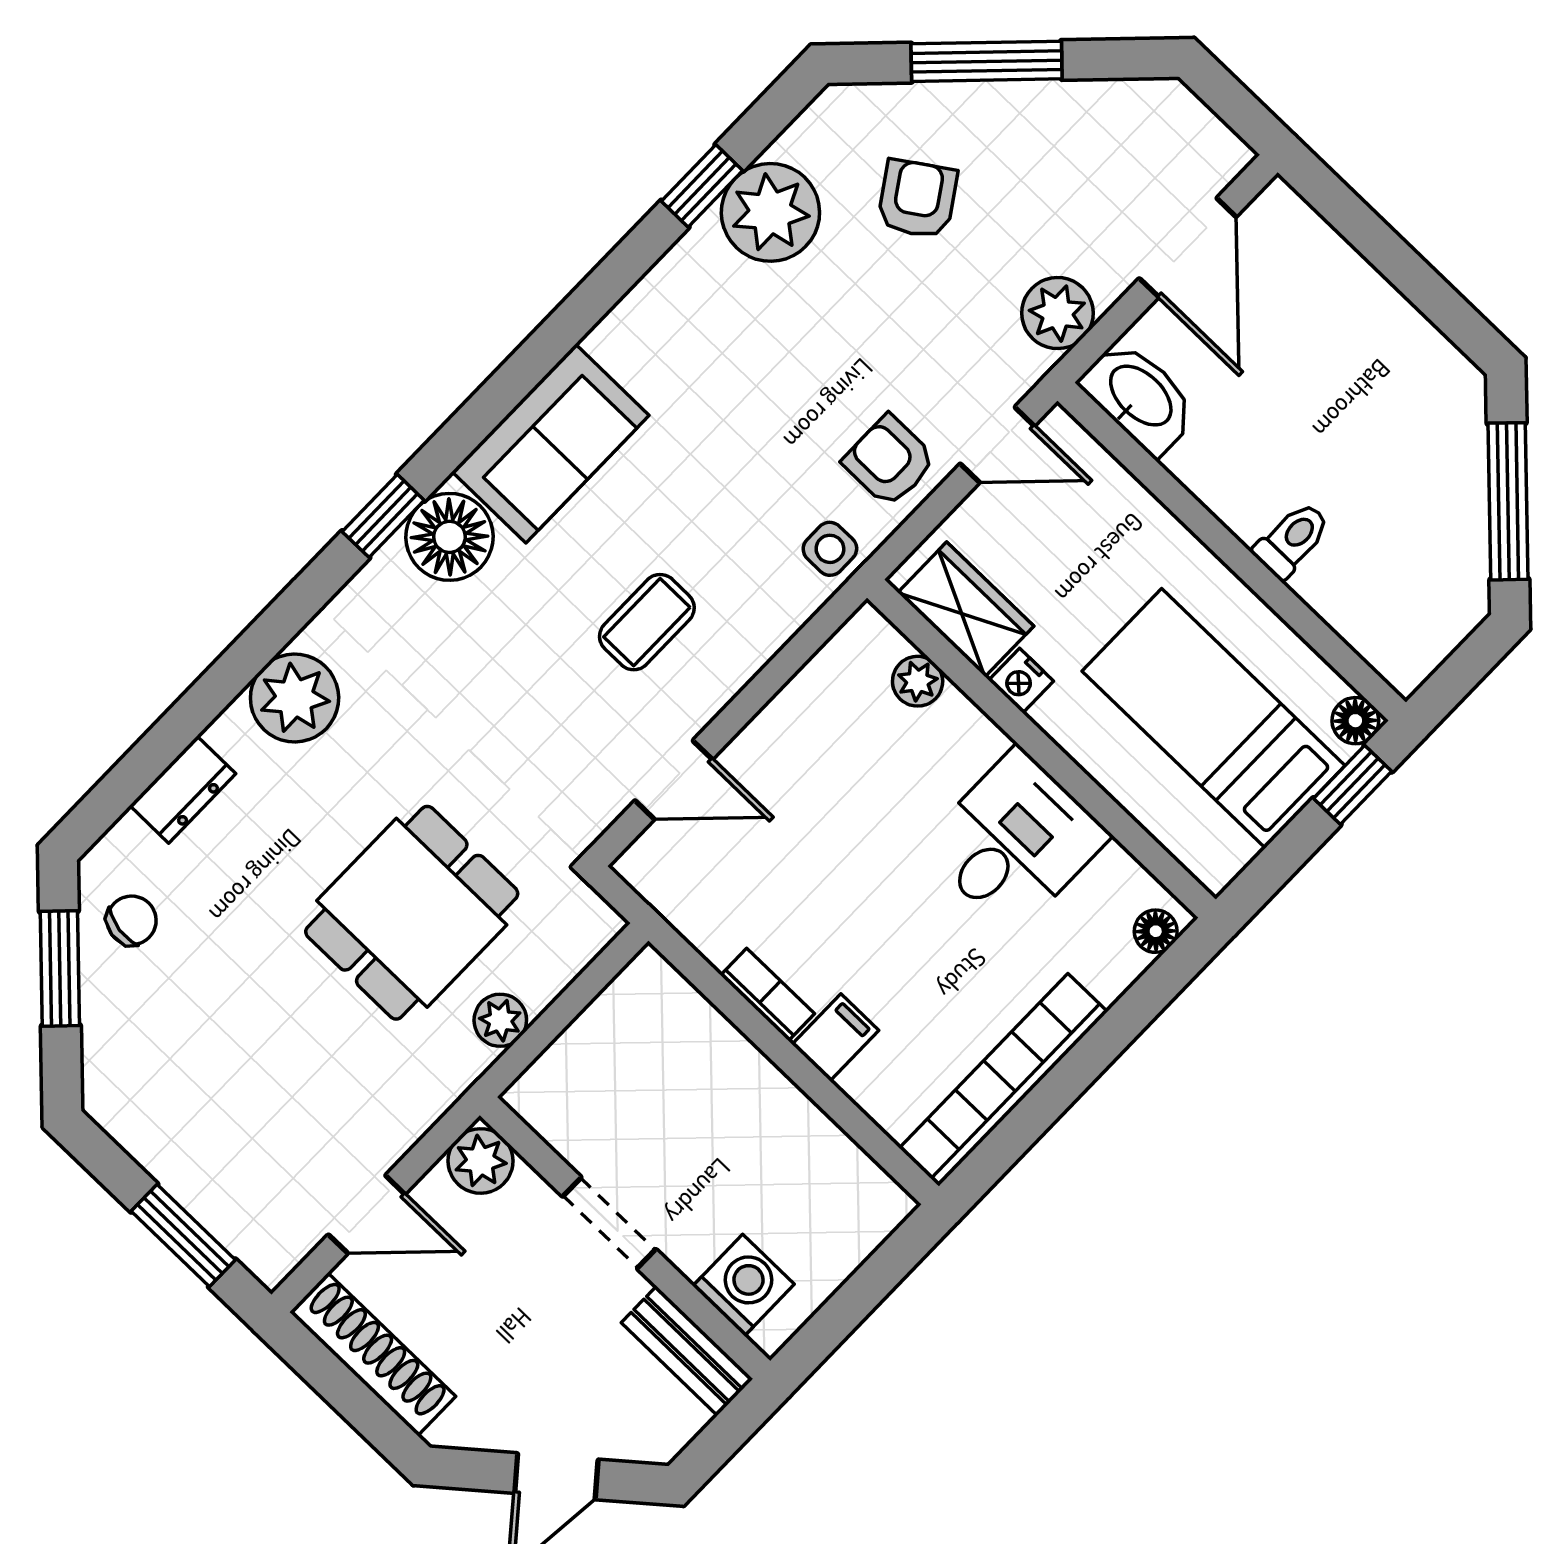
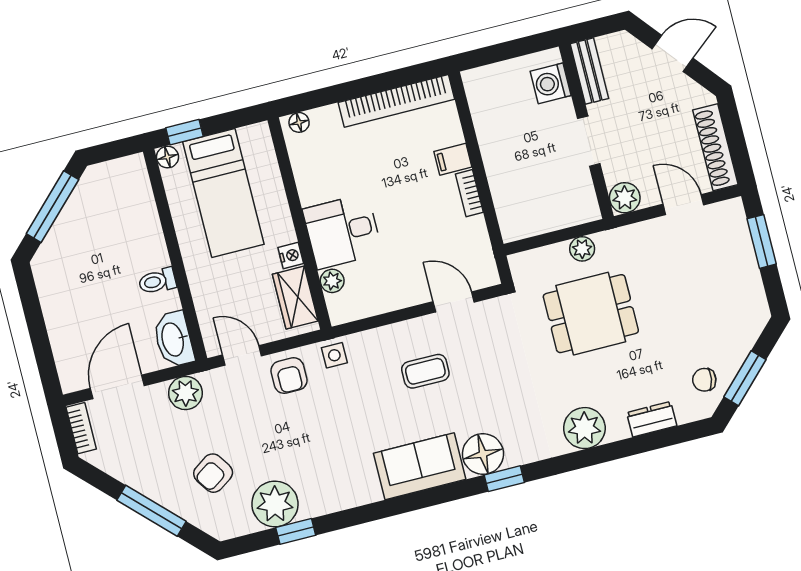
bookcase: (1207, 132) -> (81, 428), added
toilet: (1292, 540) -> (157, 281), moved
desk: (1015, 841) -> (342, 231), moved

